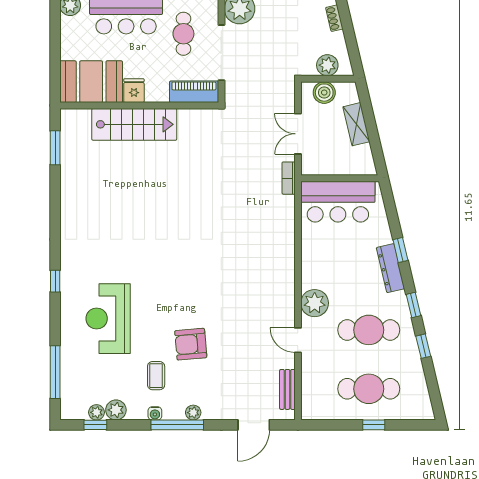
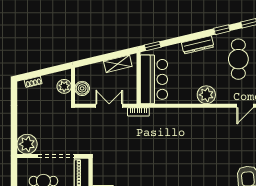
shelving: (356, 124) -> (118, 64), moved
double door: (298, 134) -> (109, 106), swing flipped
window: (400, 250) -> (153, 46), moved
plant: (315, 303) -> (206, 95), moved

